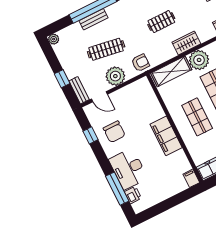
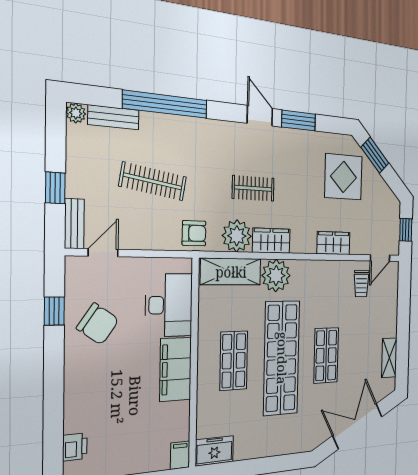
bench: (93, 19) -> (114, 117), moved
plant: (115, 76) -> (237, 236), moved
door: (99, 97) -> (103, 253), swing flipped
chair: (114, 132) -> (98, 324), turned -55
desk: (128, 169) -> (169, 305), moved, turned 180
window: (117, 189) -> (53, 425), removed

